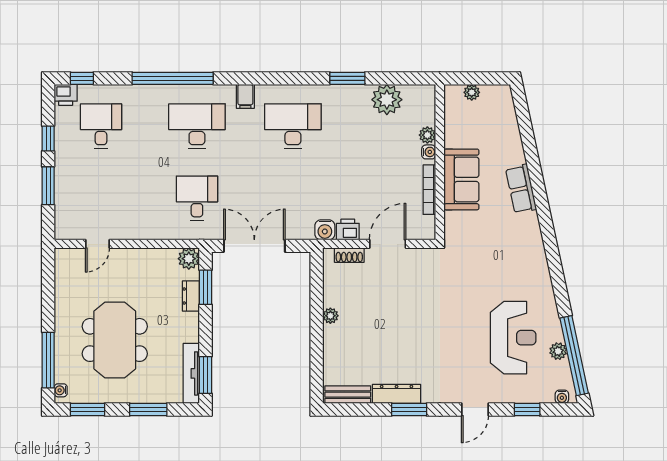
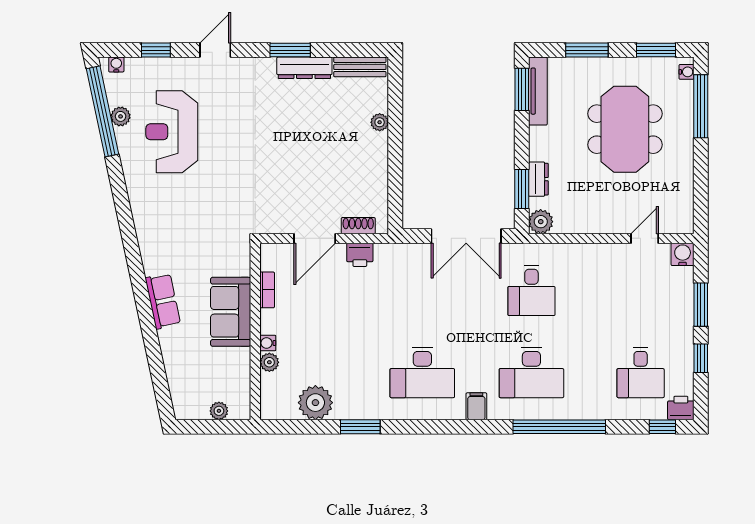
bookcase: (429, 190) -> (267, 290), width x0.64
water cooler: (325, 230) -> (683, 254), moved
plant: (330, 316) -> (380, 122), moved

